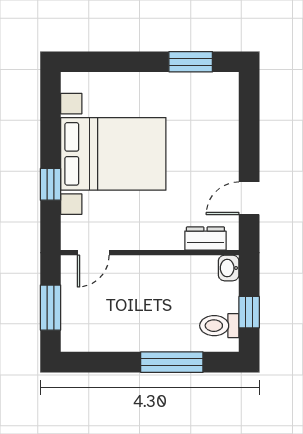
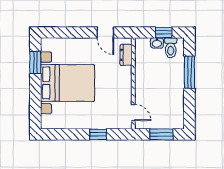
bed with nightstands: (113, 154) -> (68, 83), moved, turned 90
washbasin: (229, 268) -> (157, 43), moved

